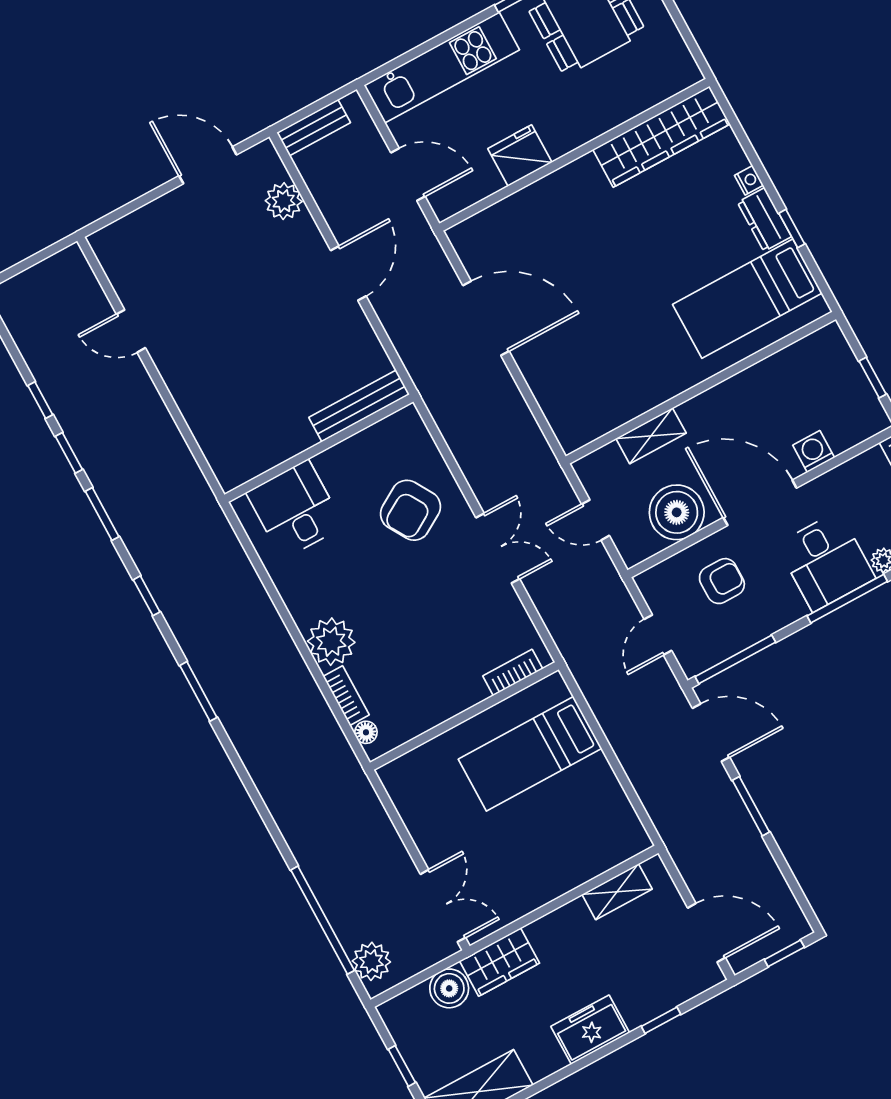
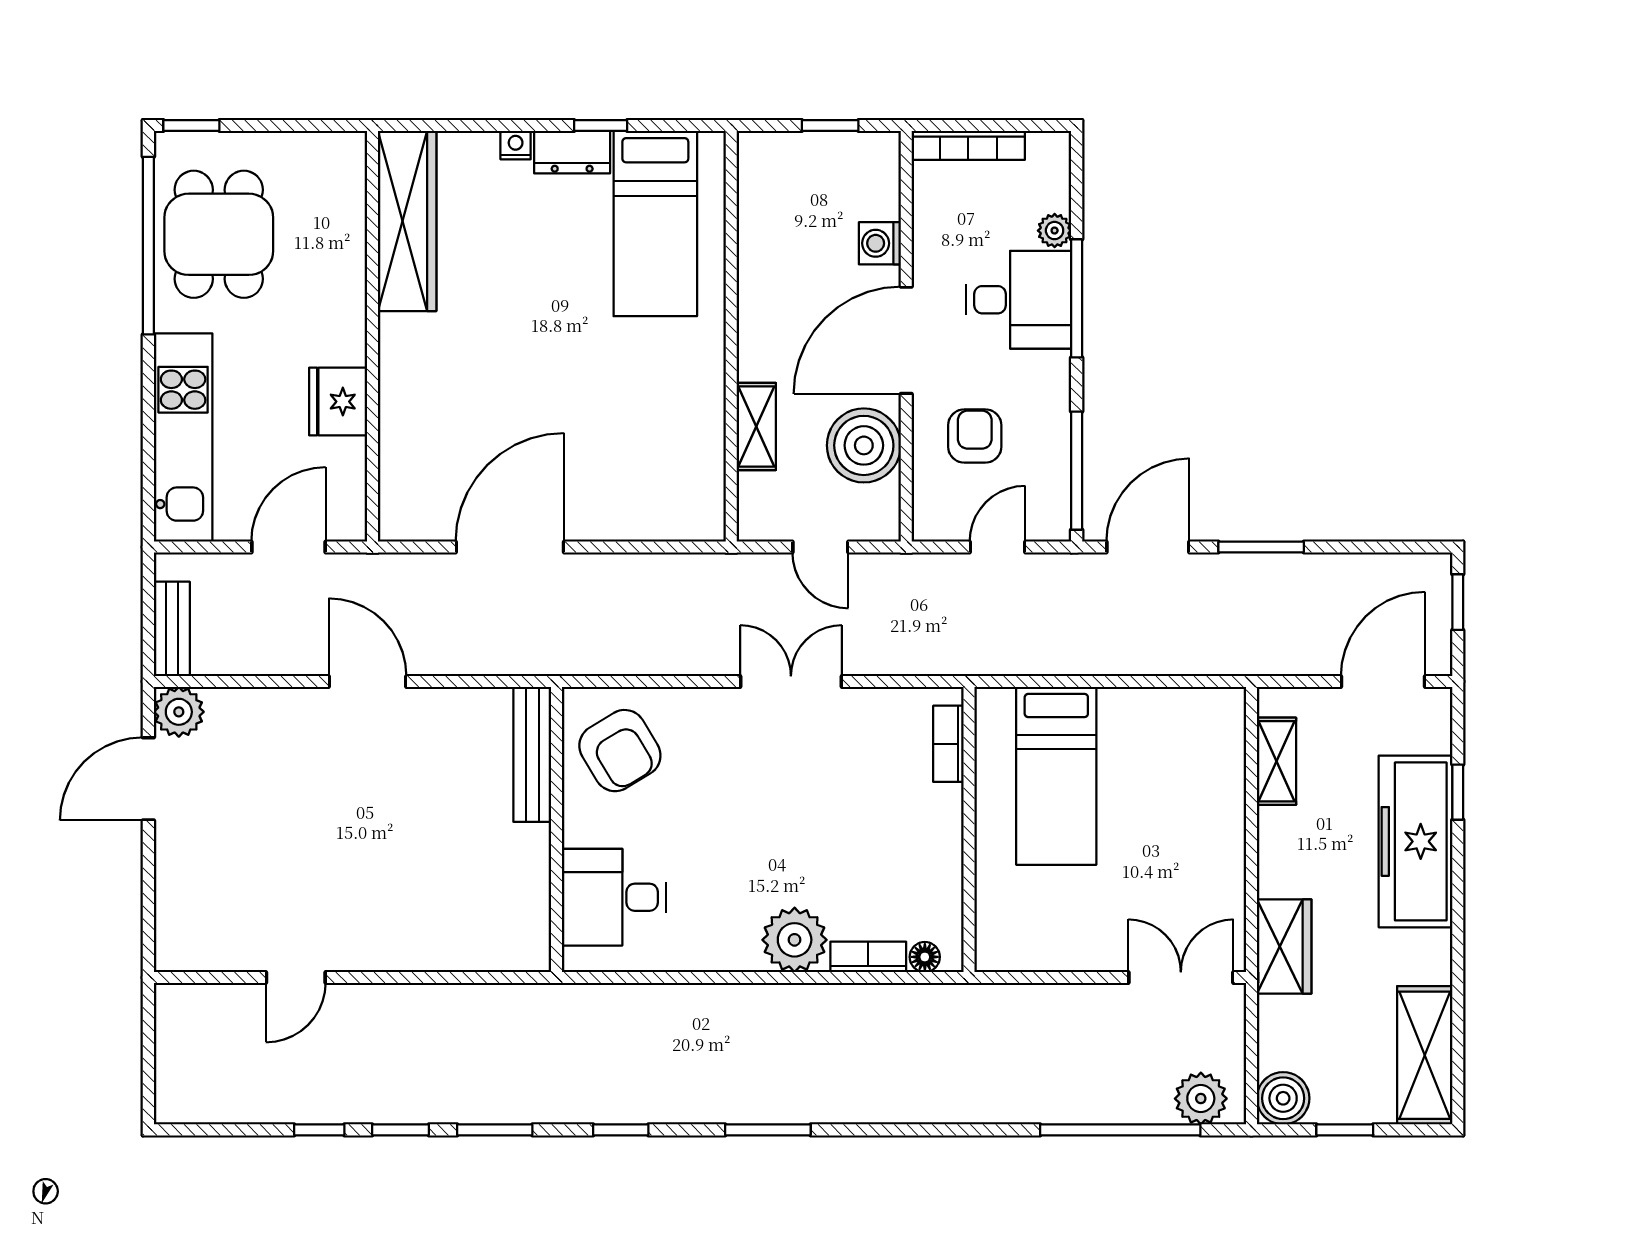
plant: (284, 201) -> (179, 712), moved
armchair: (411, 510) -> (620, 751), moved
door: (595, 520) -> (820, 547), hinge flipped
door: (658, 635) -> (998, 547), swing flipped
boiler: (449, 988) -> (1283, 1098), moved
freezer: (590, 1030) -> (1416, 841), width x1.91, depth x1.26

